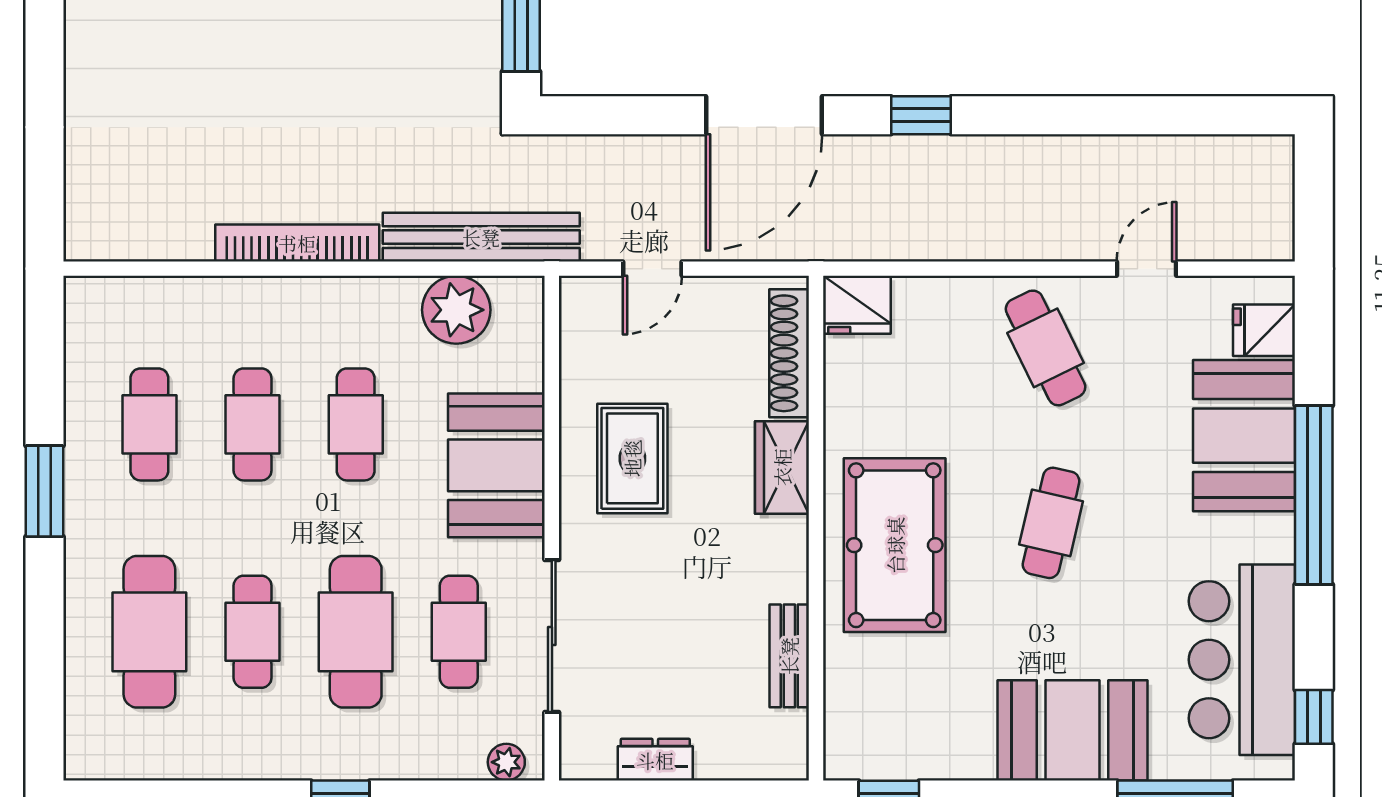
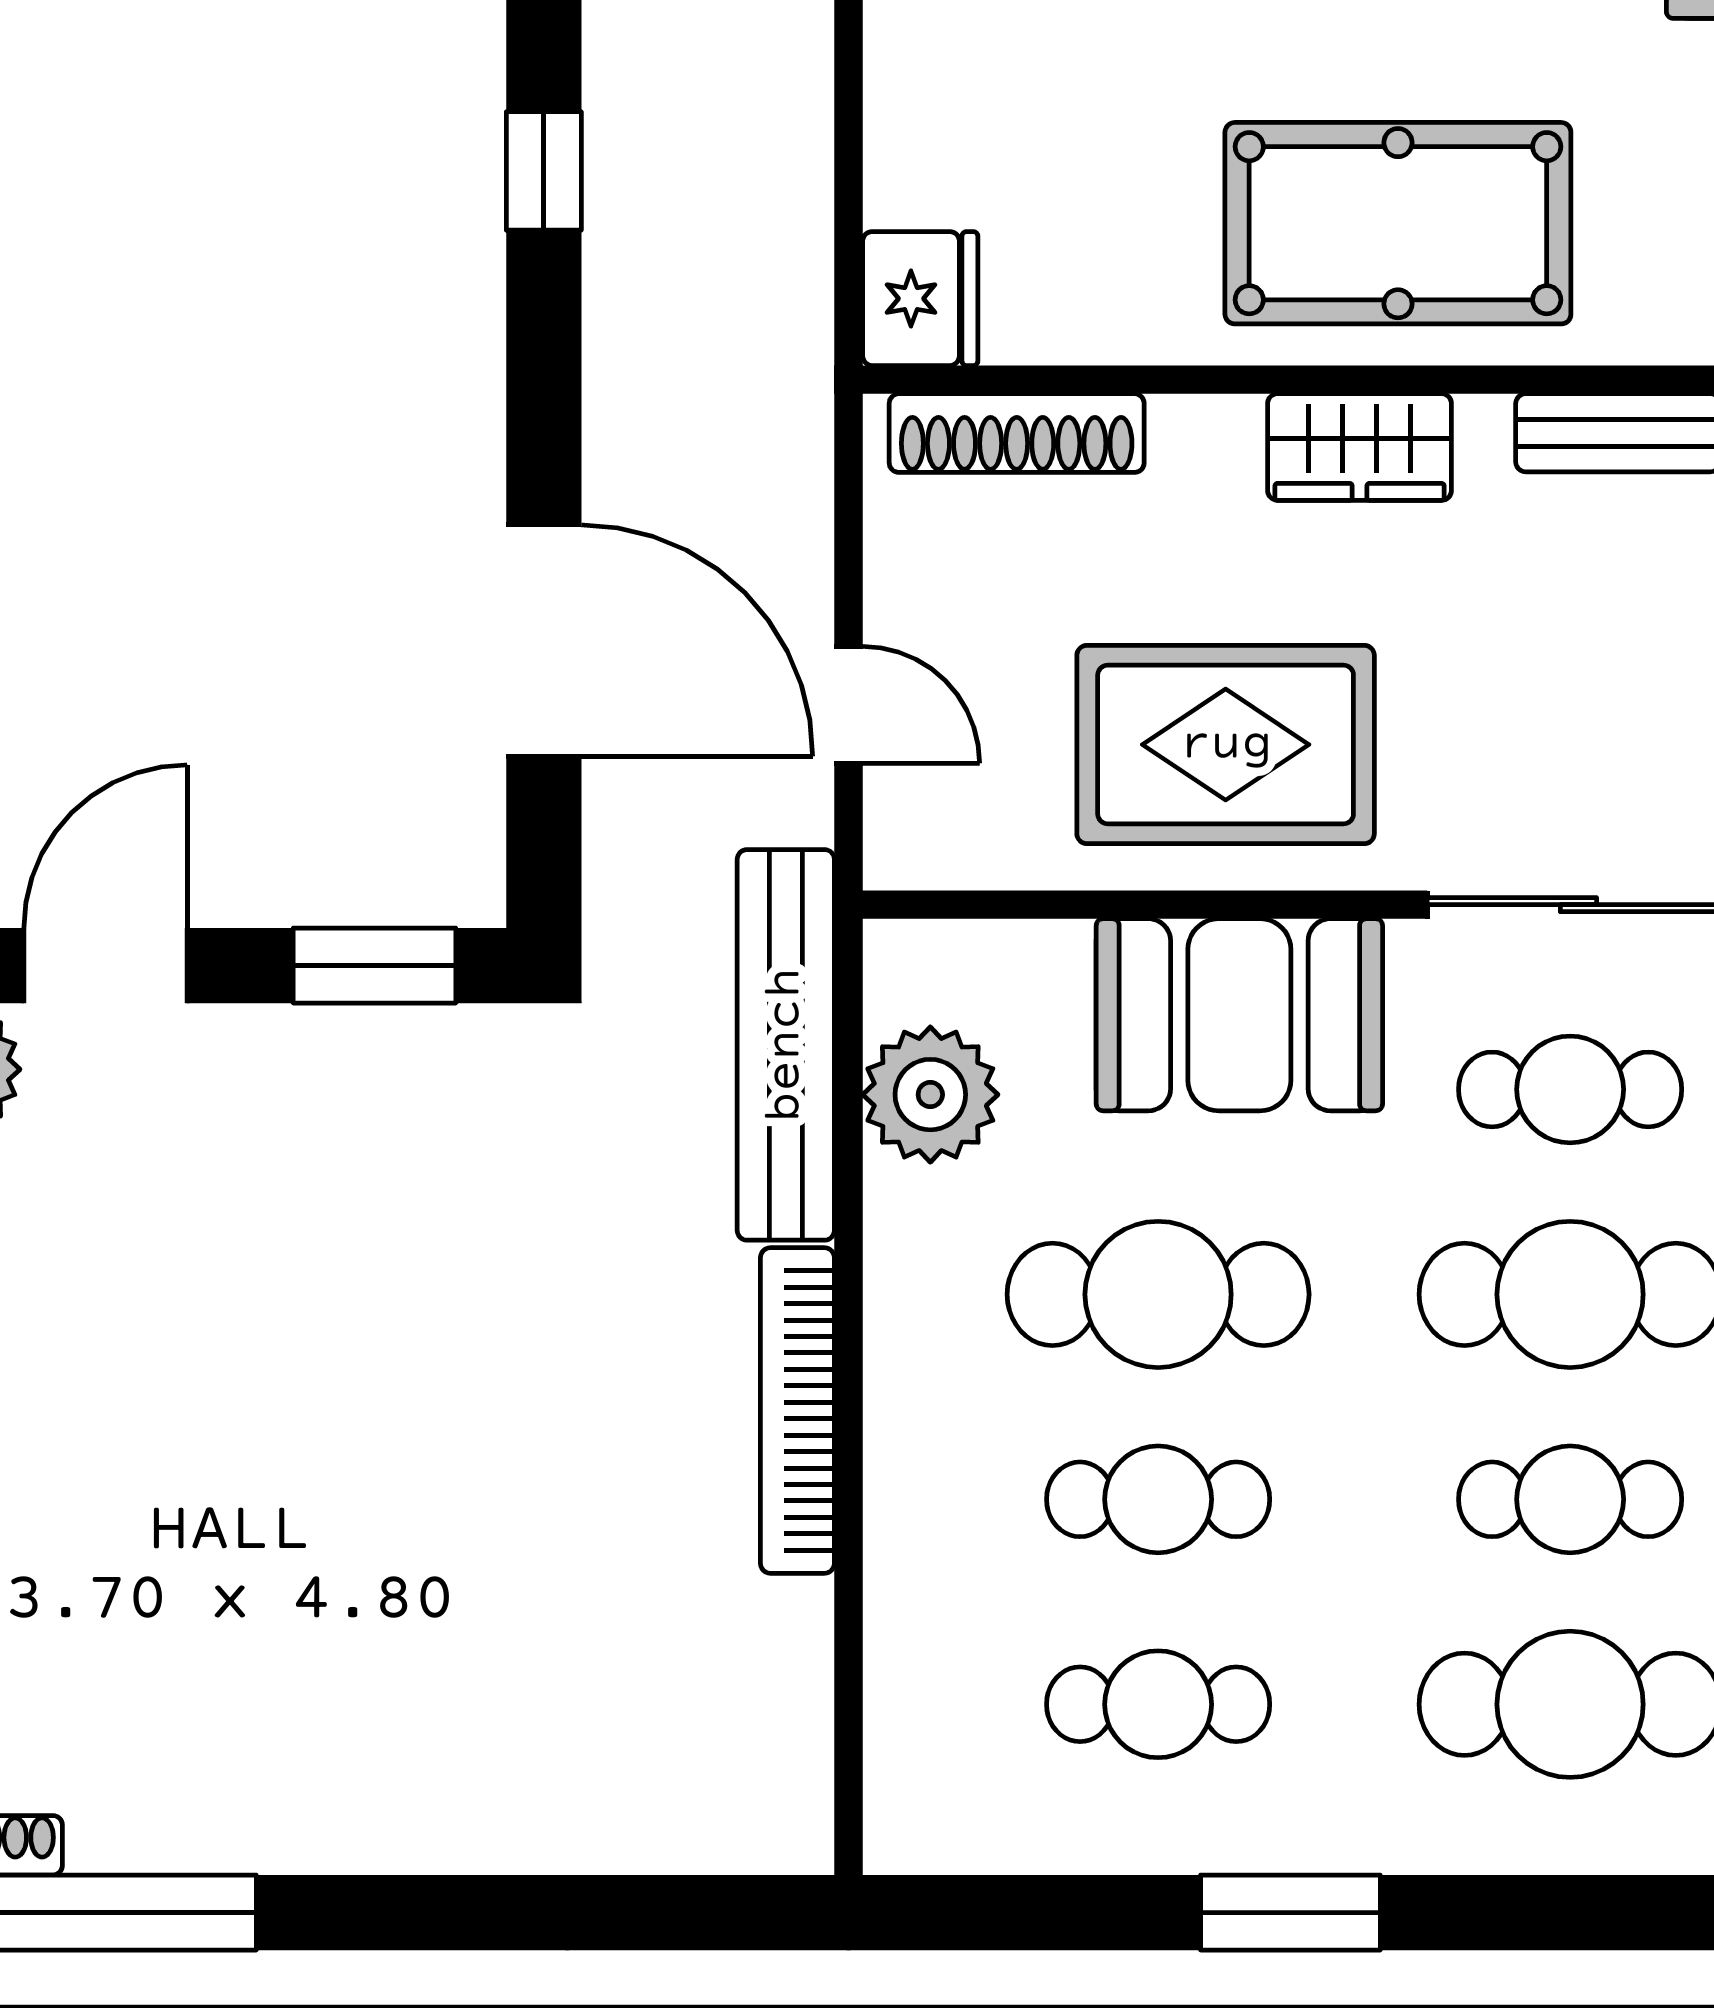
door: (764, 115) -> (544, 641), moved
cafe table: (356, 424) -> (1158, 1294), width x1.37, depth x1.35
rug: (632, 458) -> (1226, 745), width x1.36, depth x1.43
wardrobe: (782, 467) -> (1360, 447), moved

